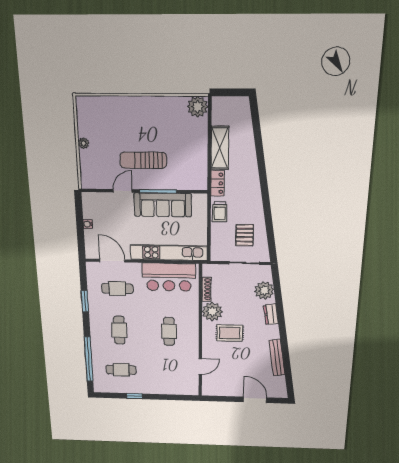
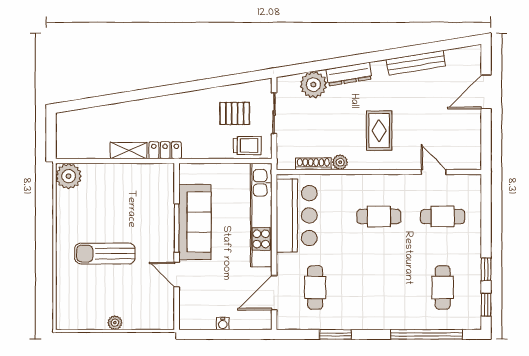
shelving: (220, 148) -> (129, 151), width x0.67, depth x0.75
sun lounger: (143, 160) -> (105, 253), moved, turned 90
trolley: (220, 212) -> (247, 145), moved
plant: (212, 312) -> (340, 162), width x0.53, depth x0.53
dresser: (271, 314) -> (349, 74), width x1.44
cafe table: (119, 330) -> (443, 216), moved
window: (111, 395) -> (486, 305), added

